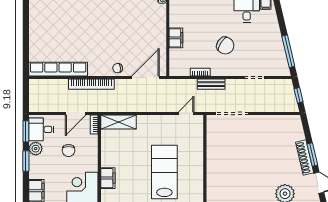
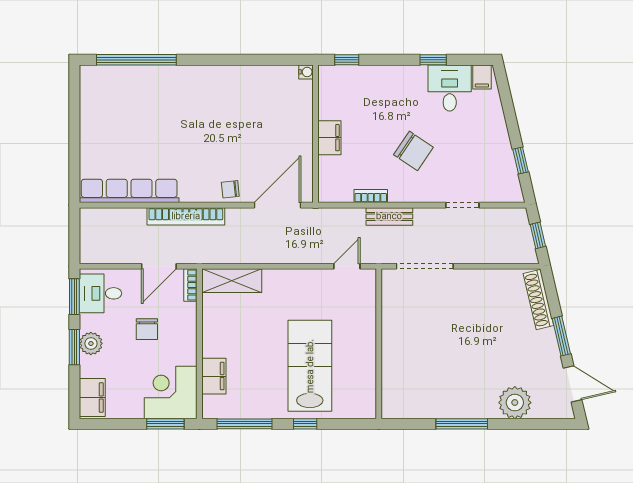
window: (288, 51) -> (520, 160), width x0.46
plant: (36, 149) -> (91, 343), moved
shoe rack: (305, 157) -> (538, 300), moved

